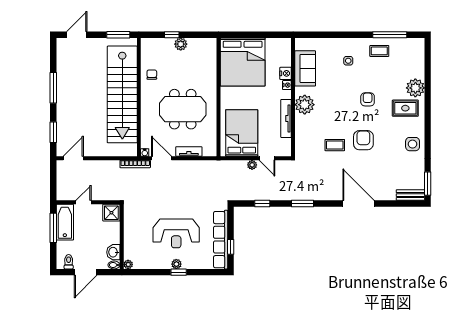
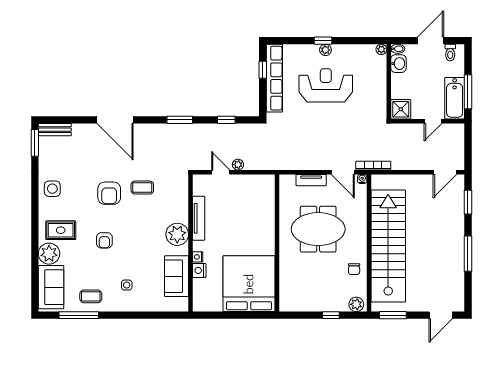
plant: (181, 44) -> (356, 304), moved
sofa: (414, 59) -> (51, 287), added
bed: (242, 133) -> (250, 201), removed

